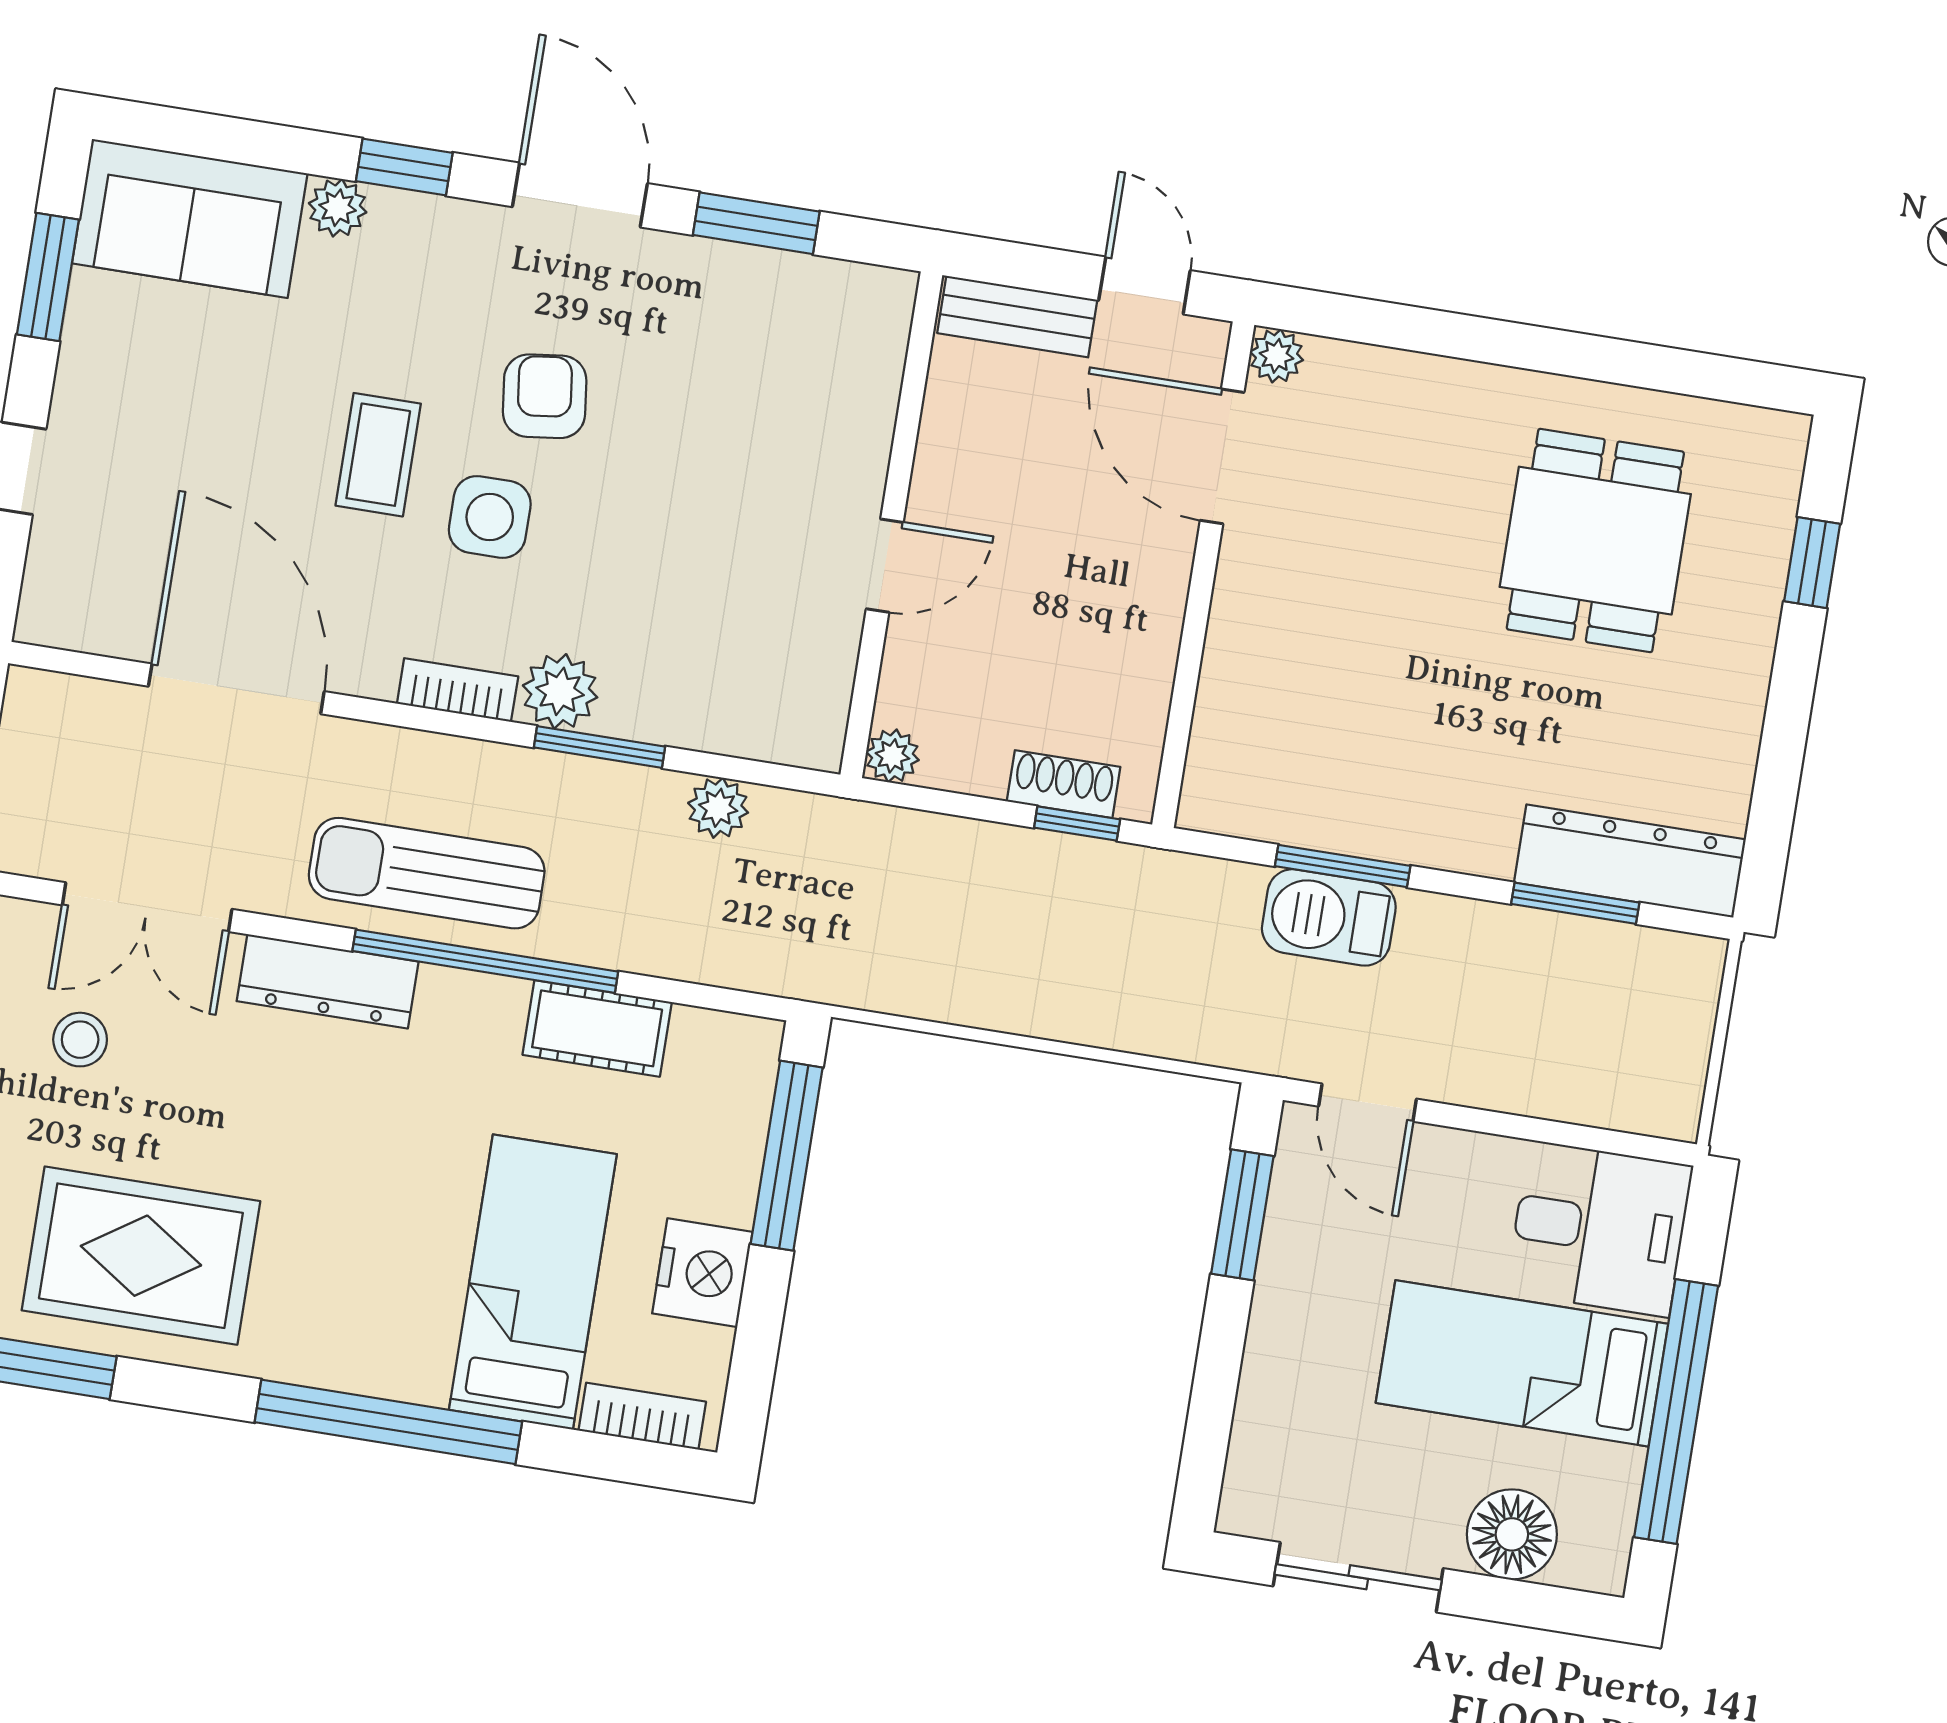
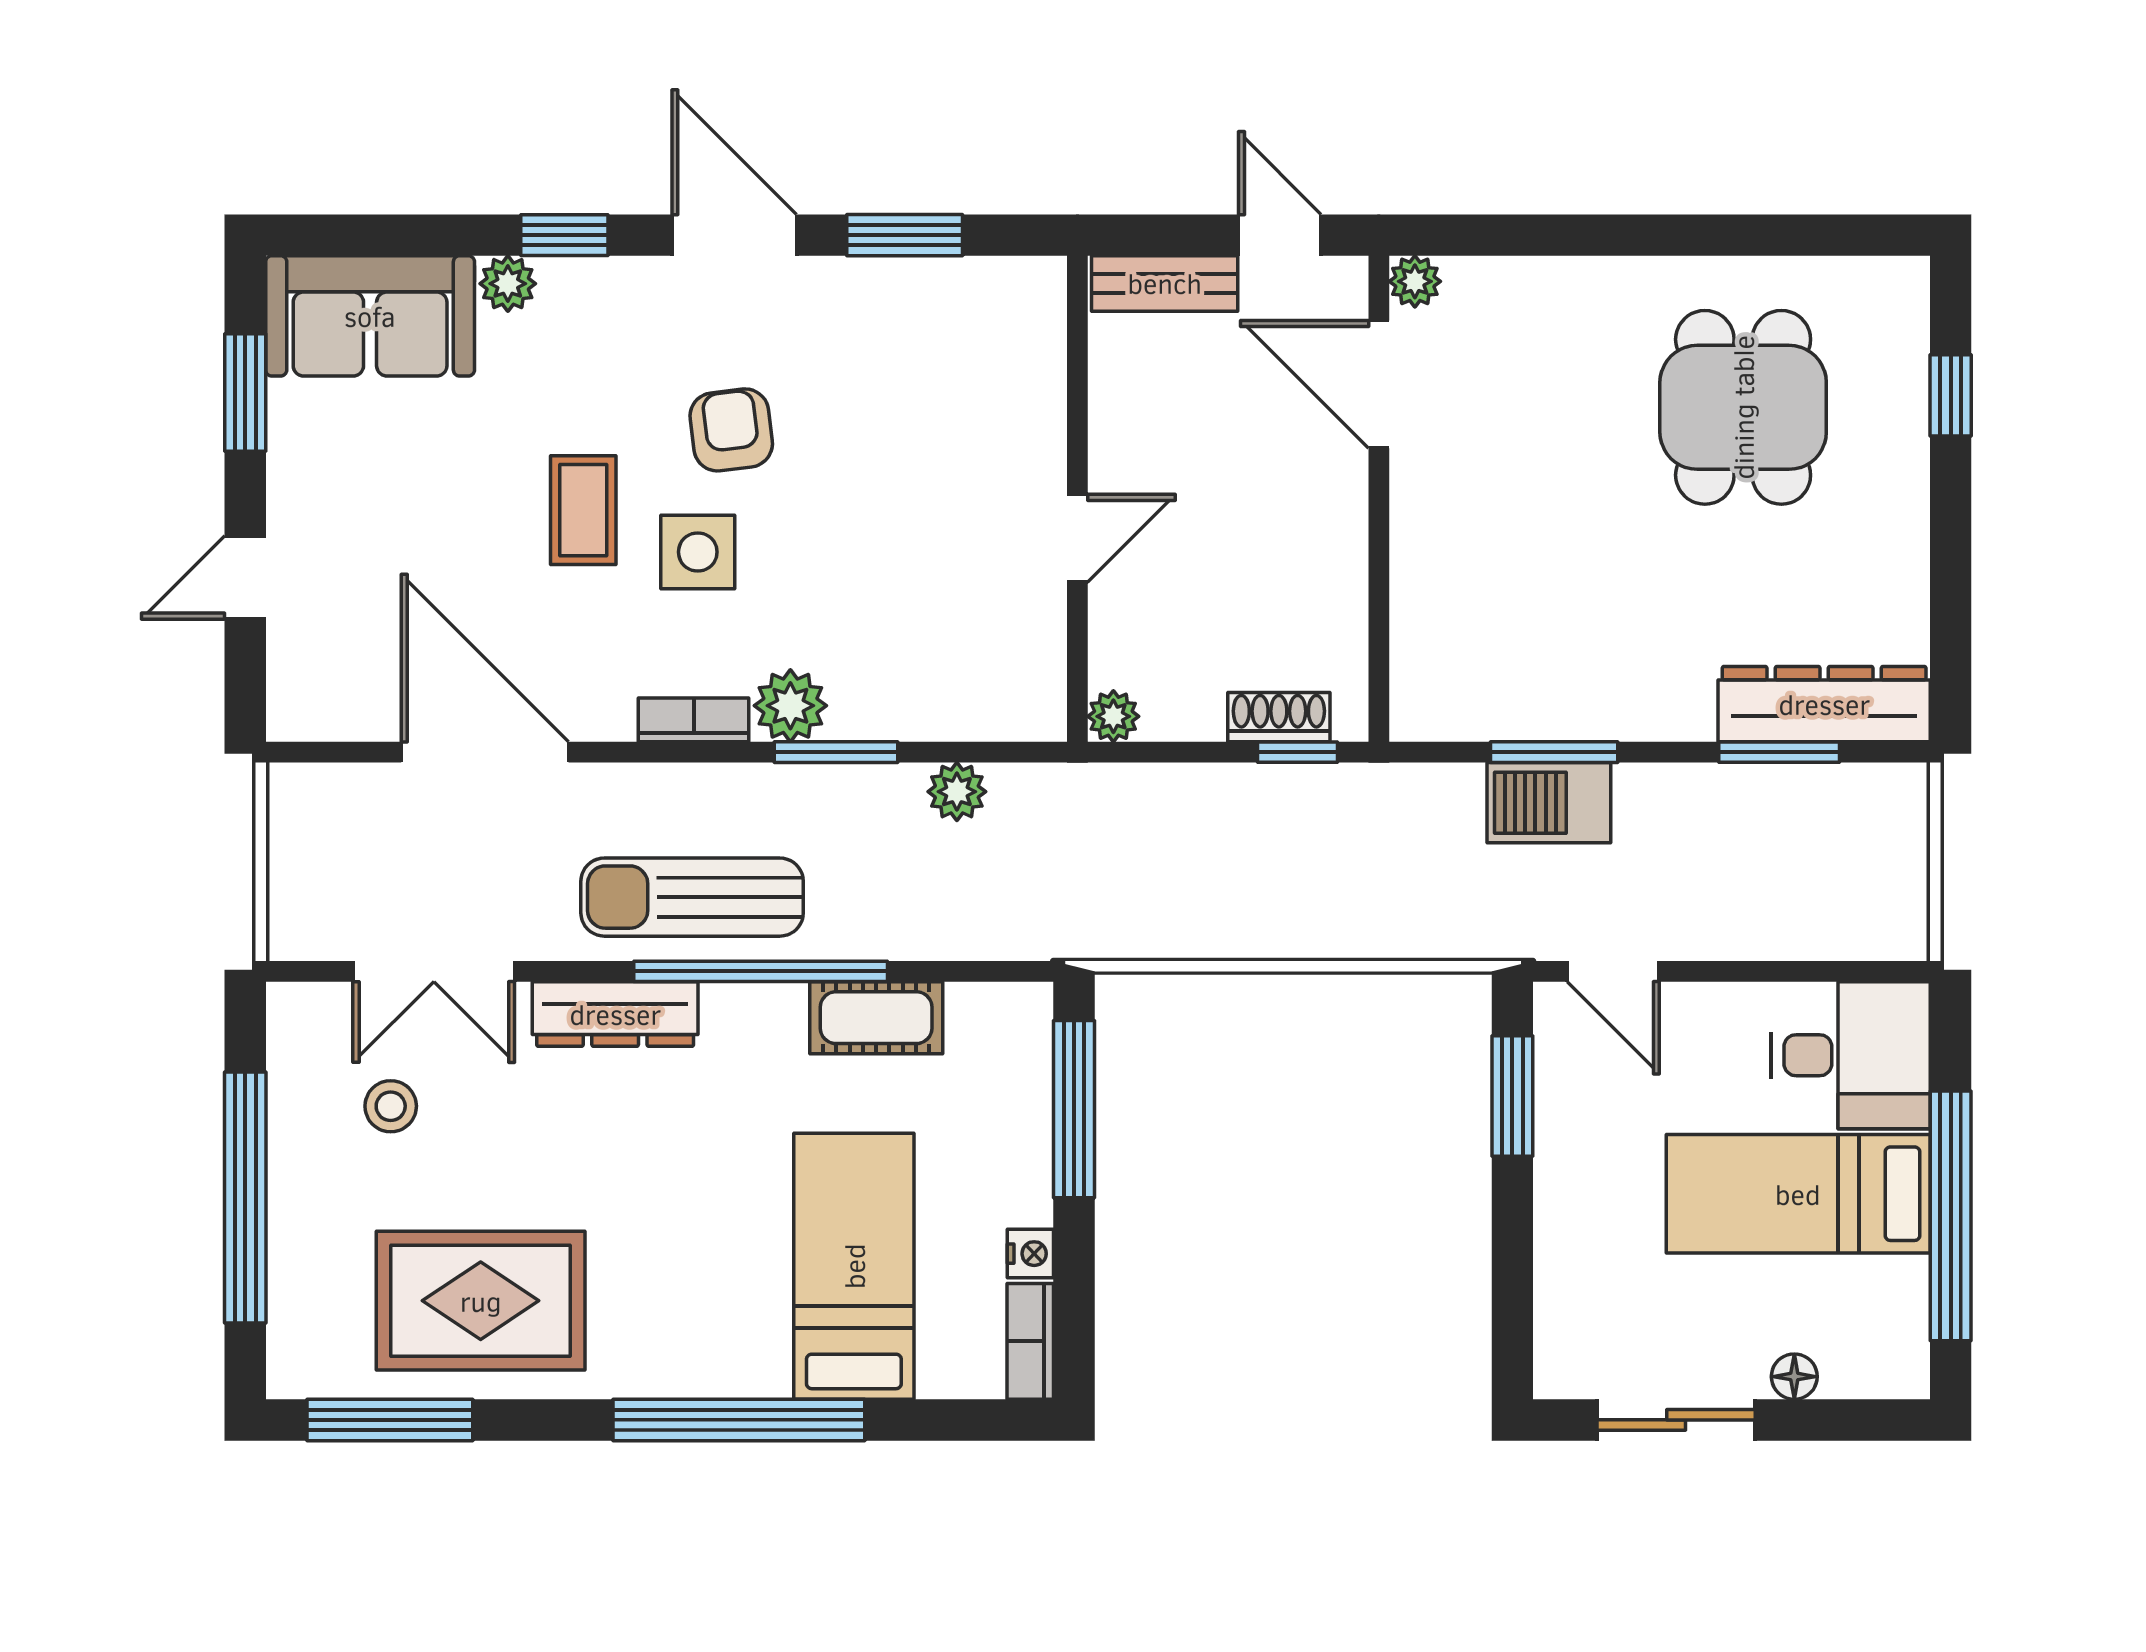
nightstand: (702, 1273) -> (1030, 1254), width x0.53, depth x0.56
bookcase: (642, 1416) -> (1030, 1341), moved, turned -90
floor lamp: (1512, 1534) -> (1794, 1377), width x0.53, depth x0.53

